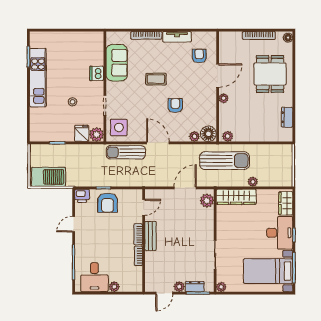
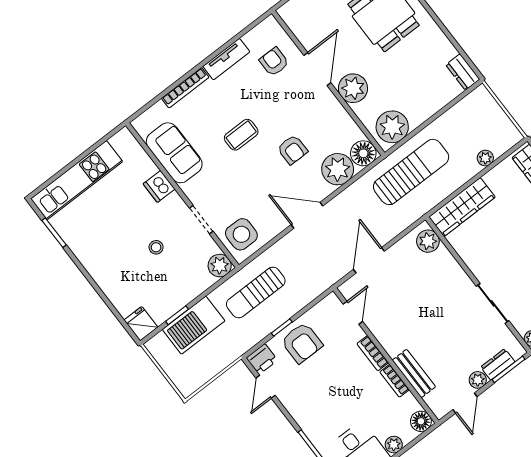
kitchen unit: (38, 78) -> (77, 180), moved, turned 90
plant: (224, 98) -> (353, 88), width x1.88, depth x1.88
armchair: (175, 105) -> (292, 150), turned 180
dresser: (287, 117) -> (463, 72), moved
fridge: (82, 133) -> (141, 324), moved
plant: (194, 136) -> (338, 169), width x1.88, depth x1.88
plant: (228, 136) -> (392, 127), width x1.87, depth x1.87
sun lounger: (126, 152) -> (256, 292), moved
barbecue: (49, 177) -> (194, 325), moved, turned 180
plant: (253, 182) -> (485, 158), moved
door: (185, 188) -> (369, 260), moved
door: (74, 224) -> (266, 387), moved
bench: (151, 236) -> (414, 374), moved
floor lamp: (136, 285) -> (421, 421), added

